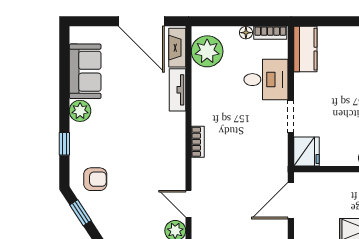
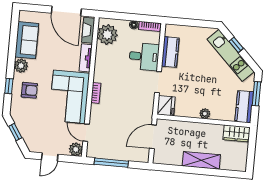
kitchen counter: (305, 49) -> (170, 52), moved
corner sofa: (158, 151) -> (69, 97), added
armchair: (95, 179) -> (29, 90), moved

